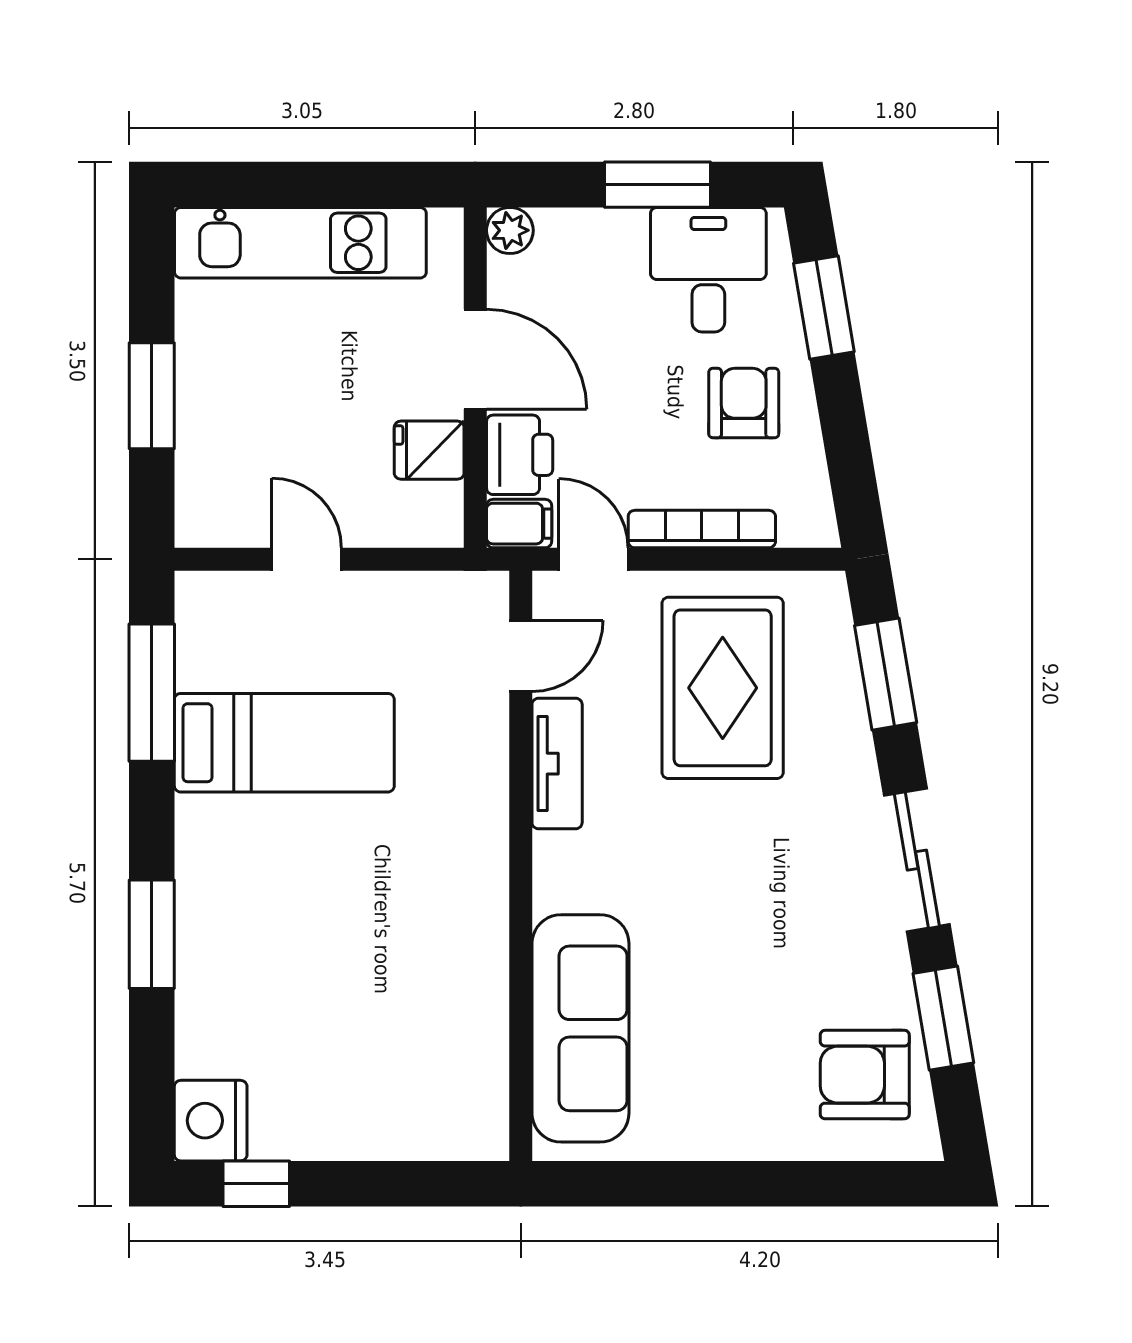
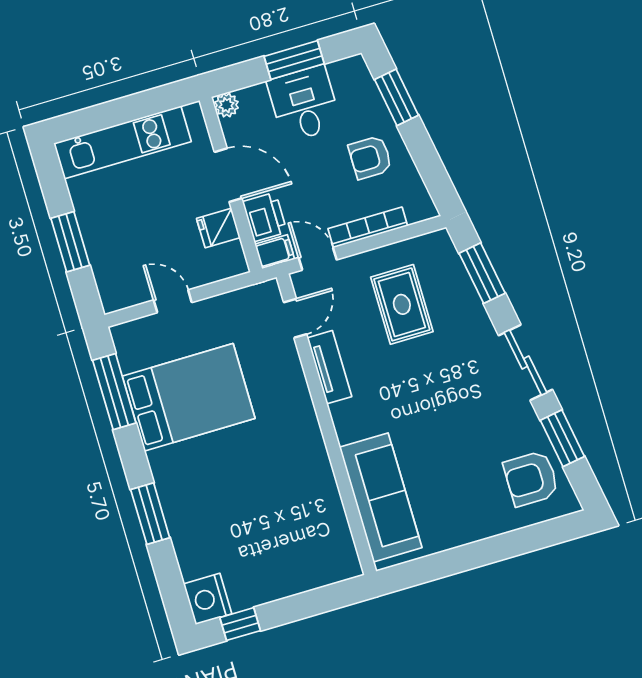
desk: (708, 270) -> (304, 104), moved
armchair: (744, 403) -> (370, 157), turned -90
rug: (723, 688) -> (402, 304), width x0.73, depth x0.70
bed: (284, 743) -> (189, 397), width x1.50

